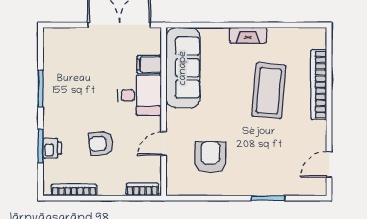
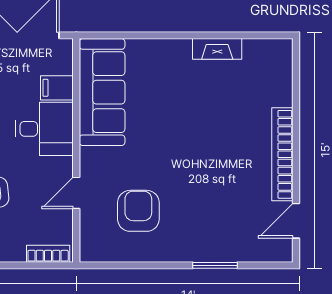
fireplace: (248, 35) -> (217, 49), moved
bookcase: (319, 85) -> (282, 154), moved
coffee table: (269, 91) -> (216, 123), removed

